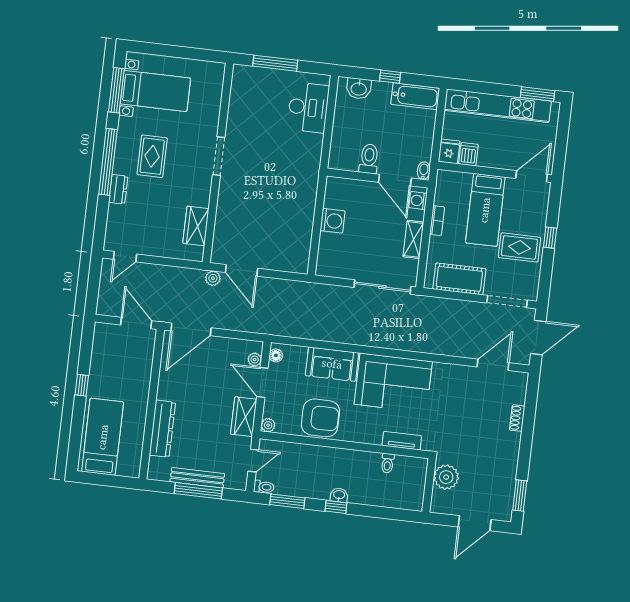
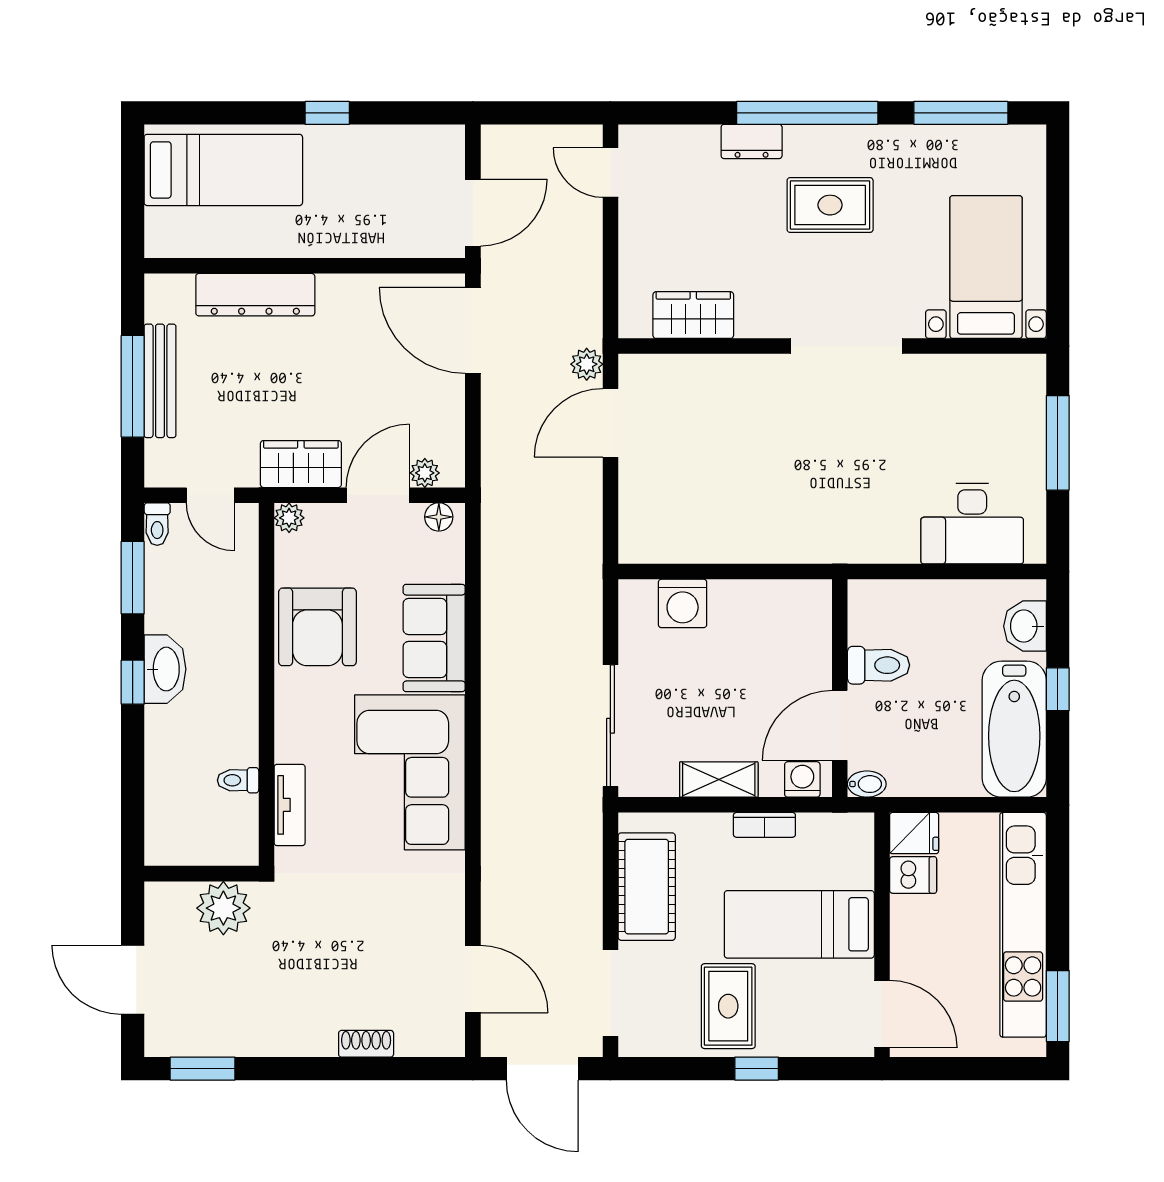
bed with nightstands: (155, 91) -> (986, 267), moved, turned 180
bathtub: (415, 96) -> (1014, 729), width x1.36, depth x1.36
doorway: (219, 156) -> (847, 346), width x1.36
washing machine: (333, 221) -> (683, 603), moved
washbasin: (339, 495) -> (165, 669), width x1.91, depth x1.45

